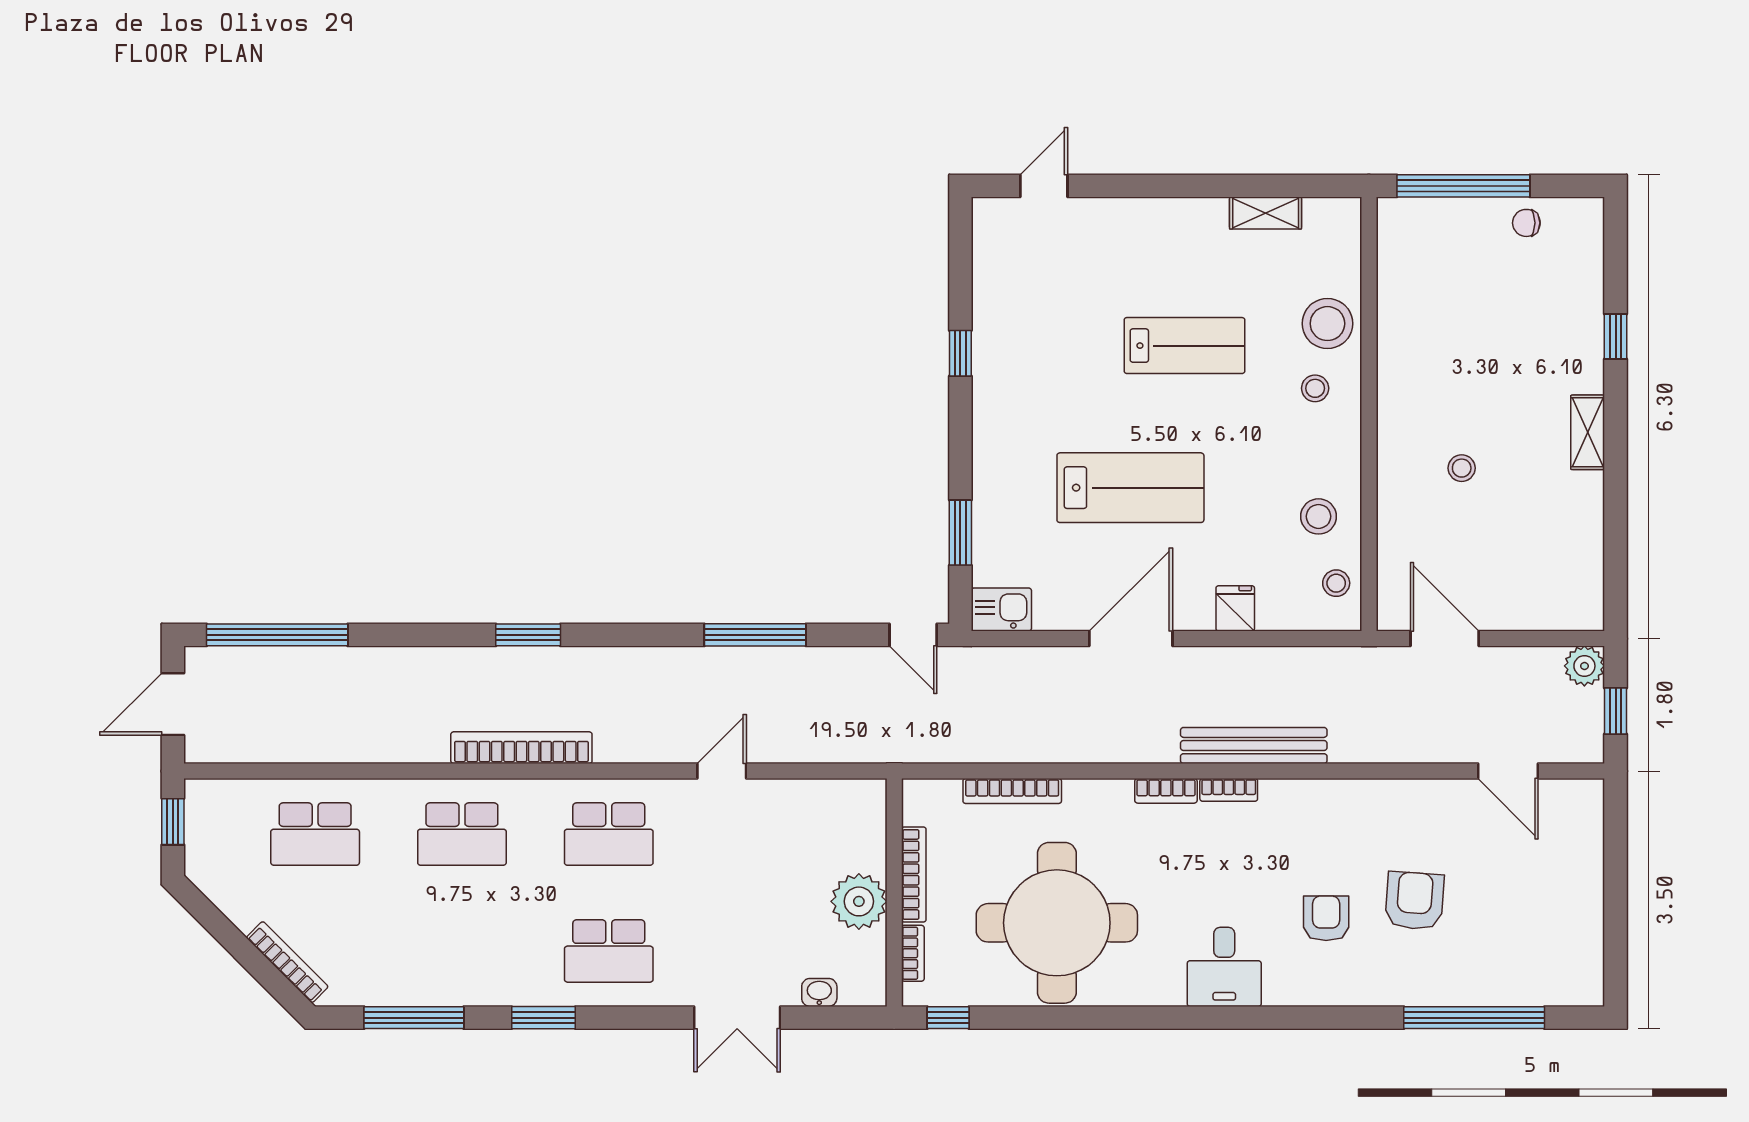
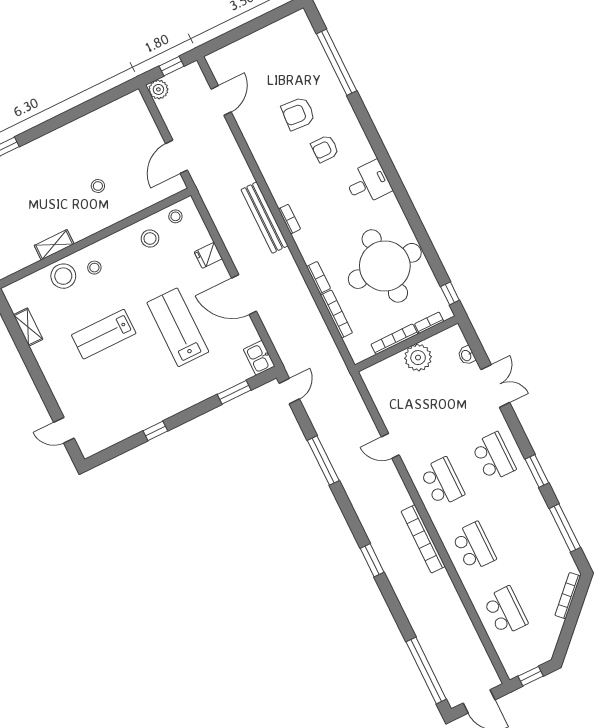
lab bench: (1184, 346) -> (104, 334), turned -90
shelving: (1588, 432) -> (54, 245), moved
bookcase: (1166, 791) -> (319, 277), moved

